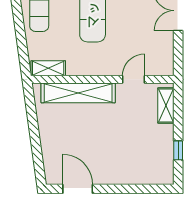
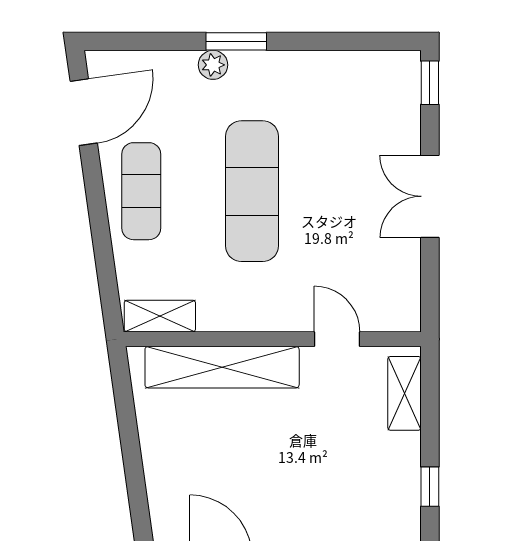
door: (133, 79) -> (337, 339), hinge flipped

